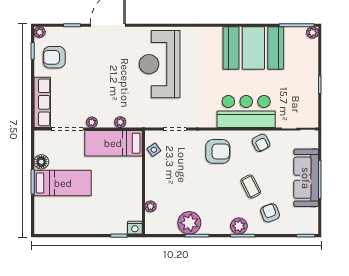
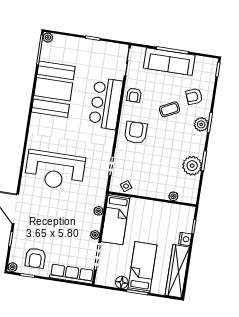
armchair: (261, 143) -> (134, 95), turned 117
wardrobe: (64, 224) -> (177, 271), added
nightstand: (135, 228) -> (185, 239), moved

